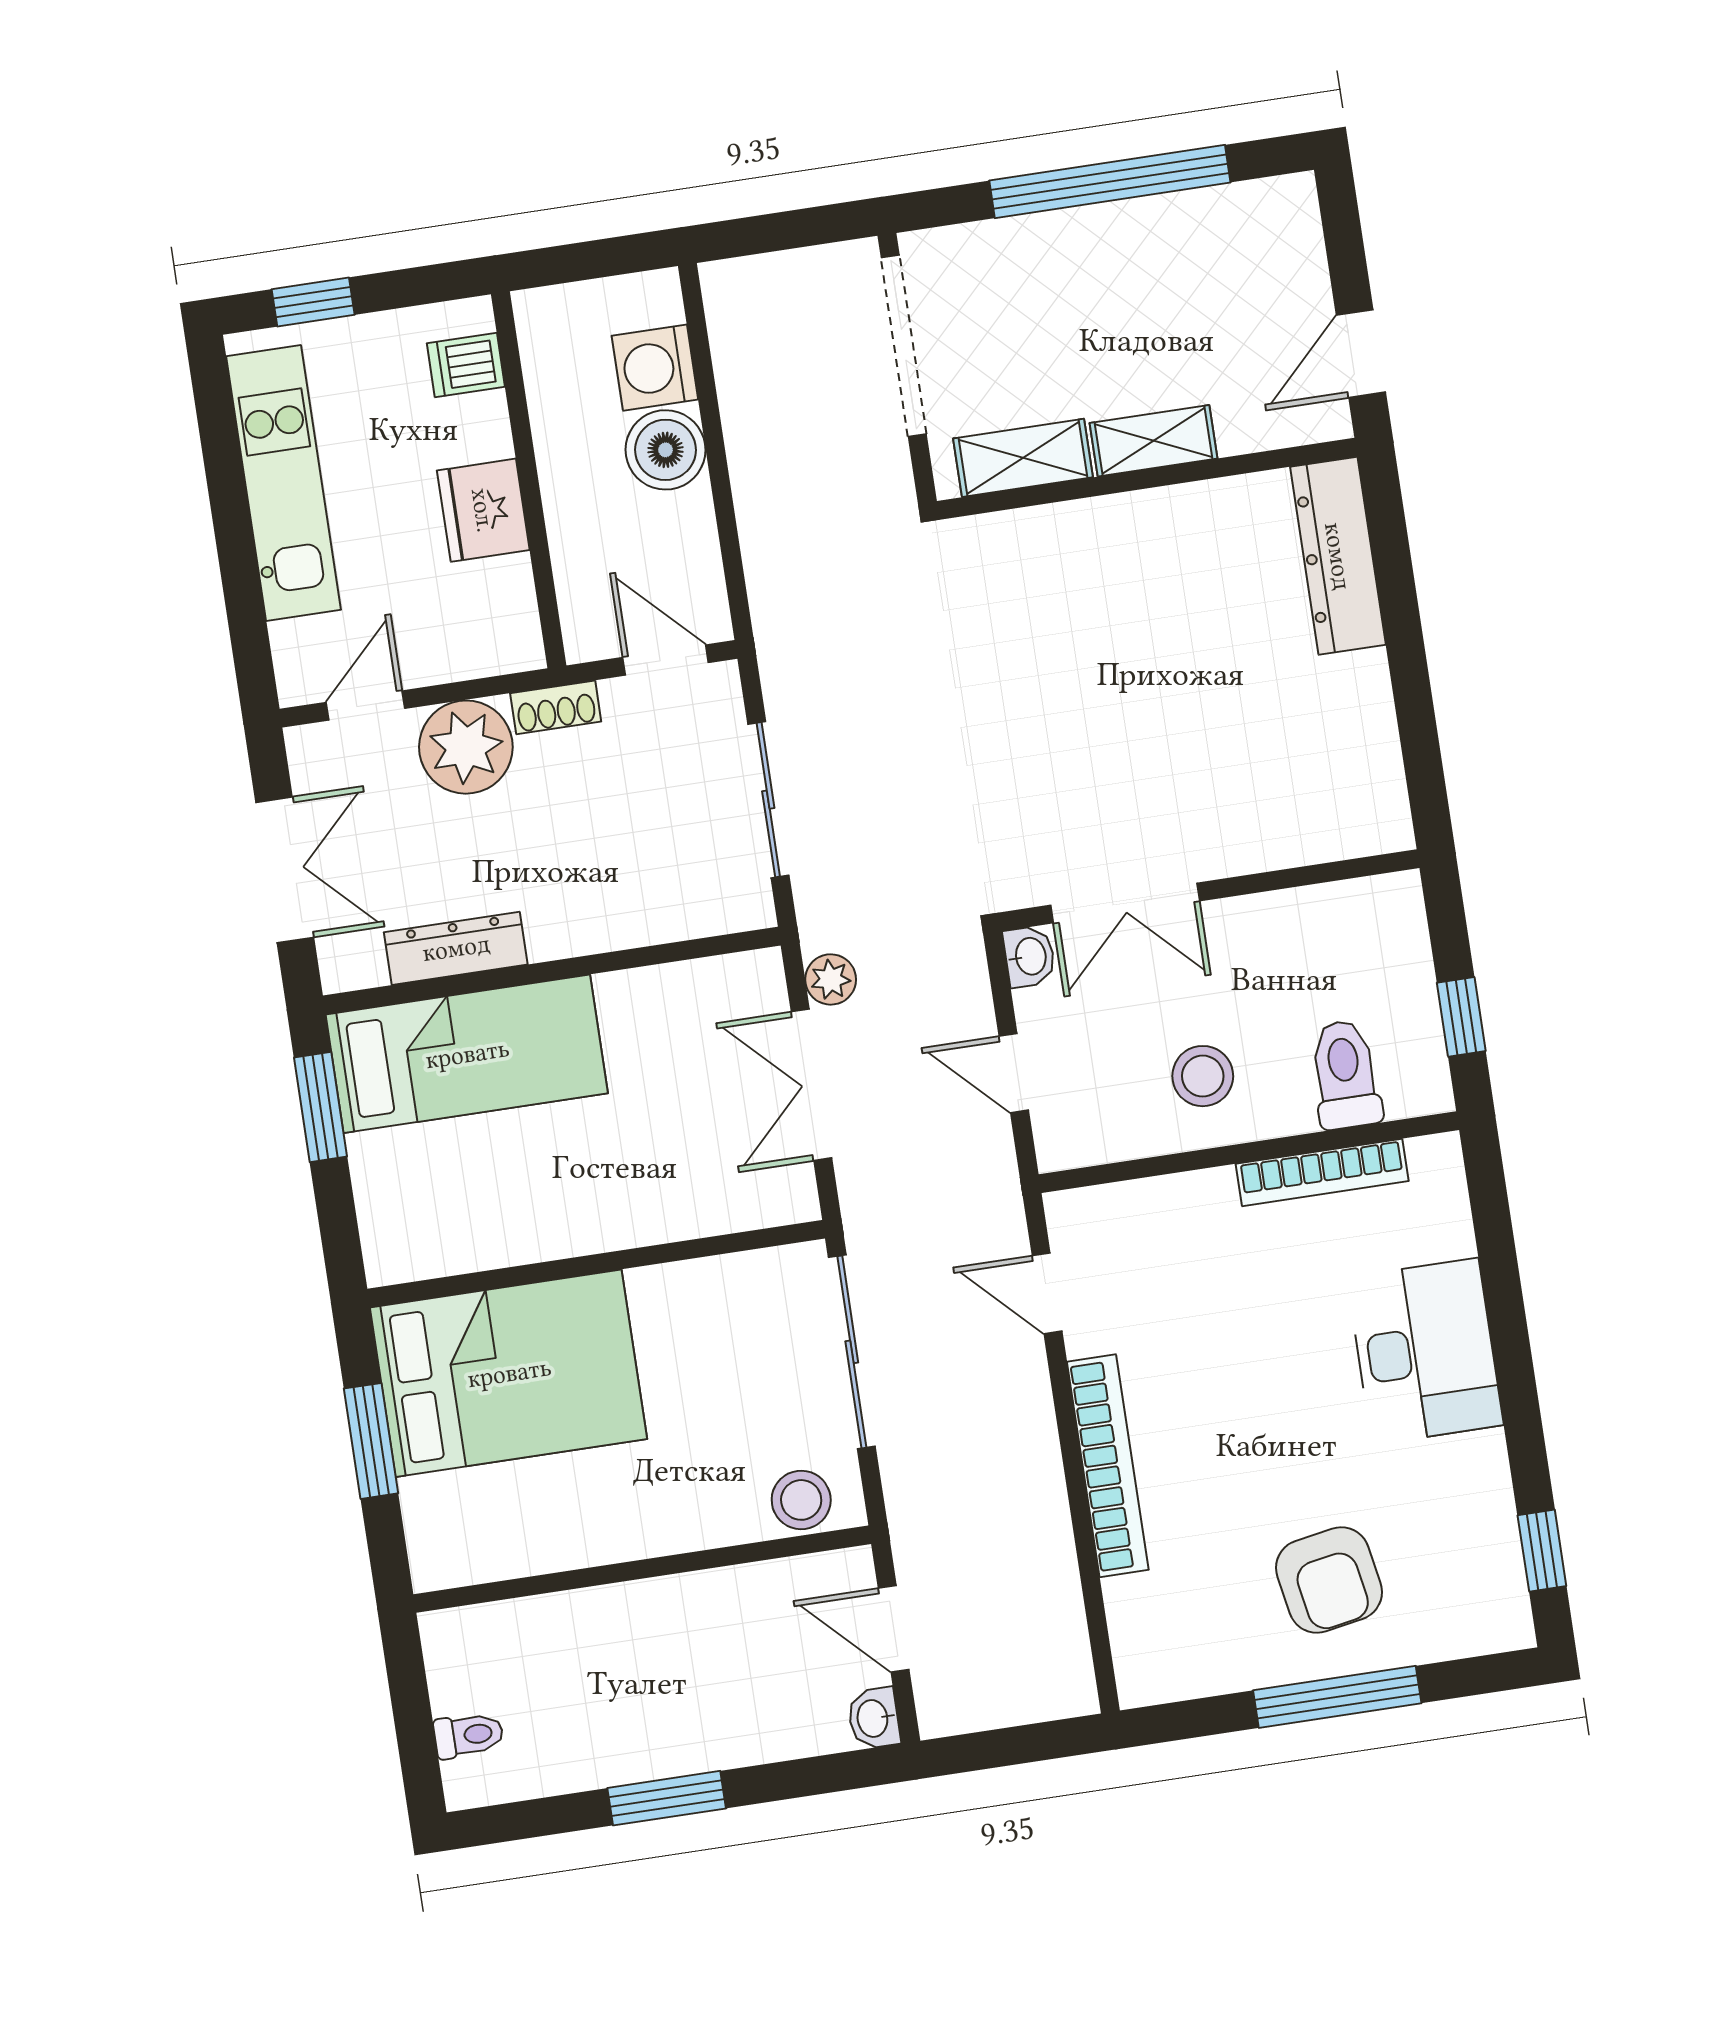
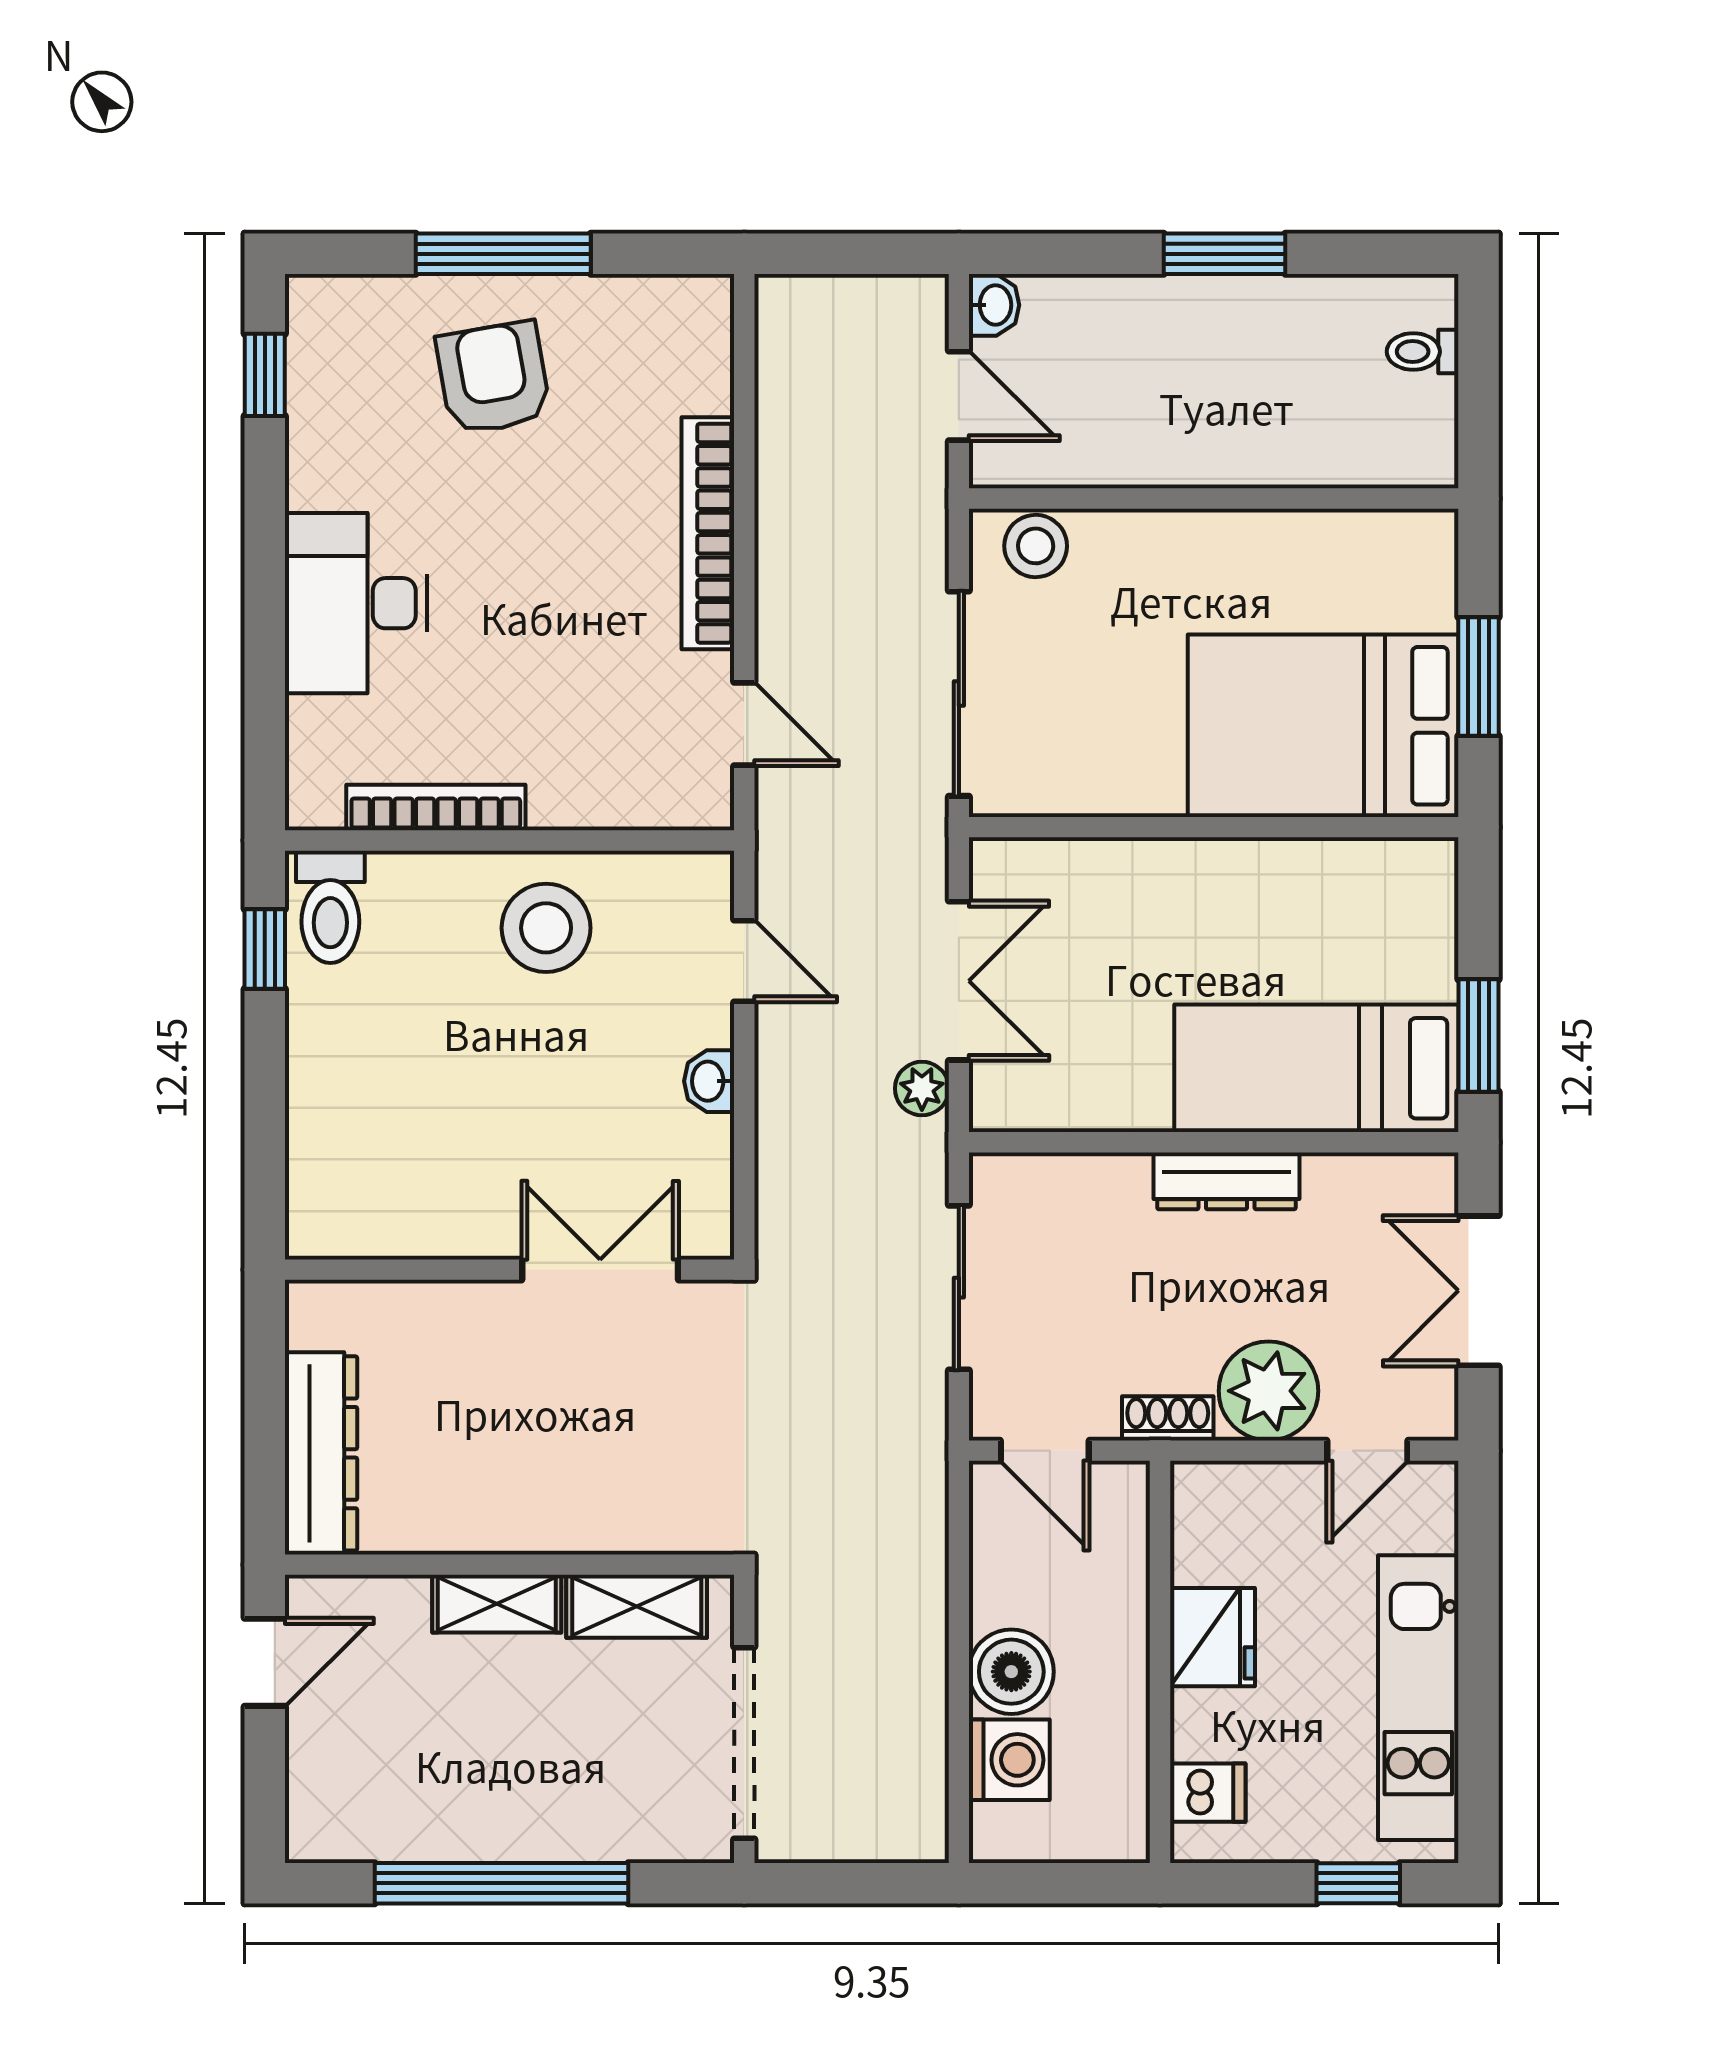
wall: (1209, 890) -> (510, 1270), moved
double door: (1125, 903) -> (600, 1270), moved
dresser: (456, 948) -> (1226, 1181), moved
toilet: (1345, 1074) -> (330, 907), moved
stool: (1203, 1076) -> (546, 928), width x1.38, depth x1.38

